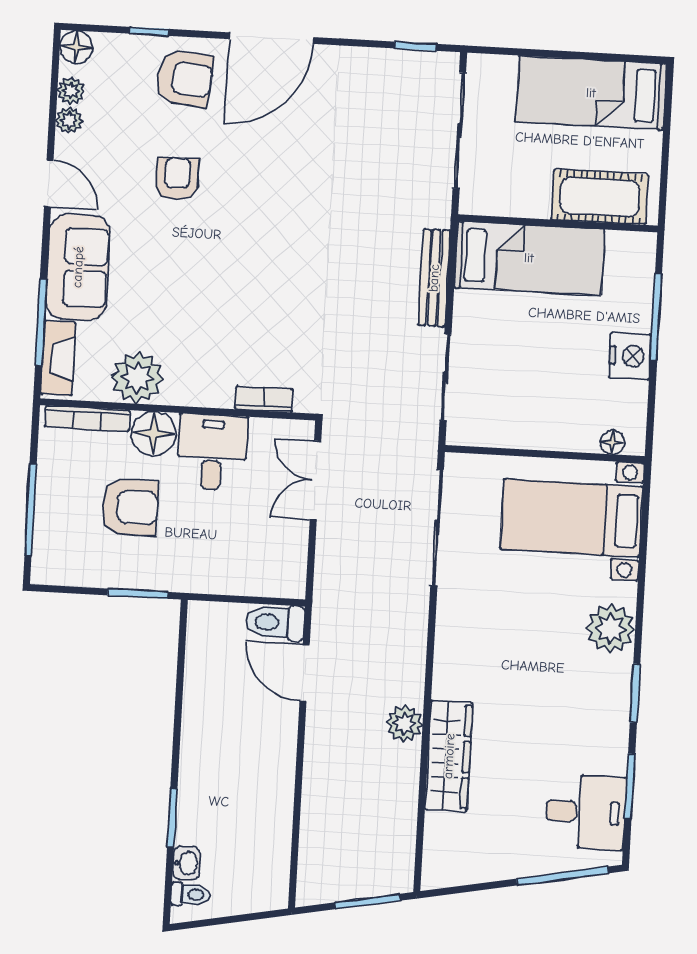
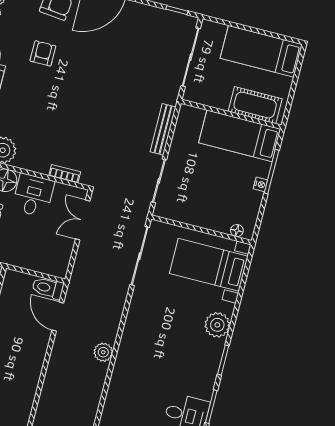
bed: (529, 258) -> (240, 136), moved, turned 180
nightstand: (630, 356) -> (260, 184), width x0.53, depth x0.56
wardrobe: (449, 756) -> (123, 373), removed

